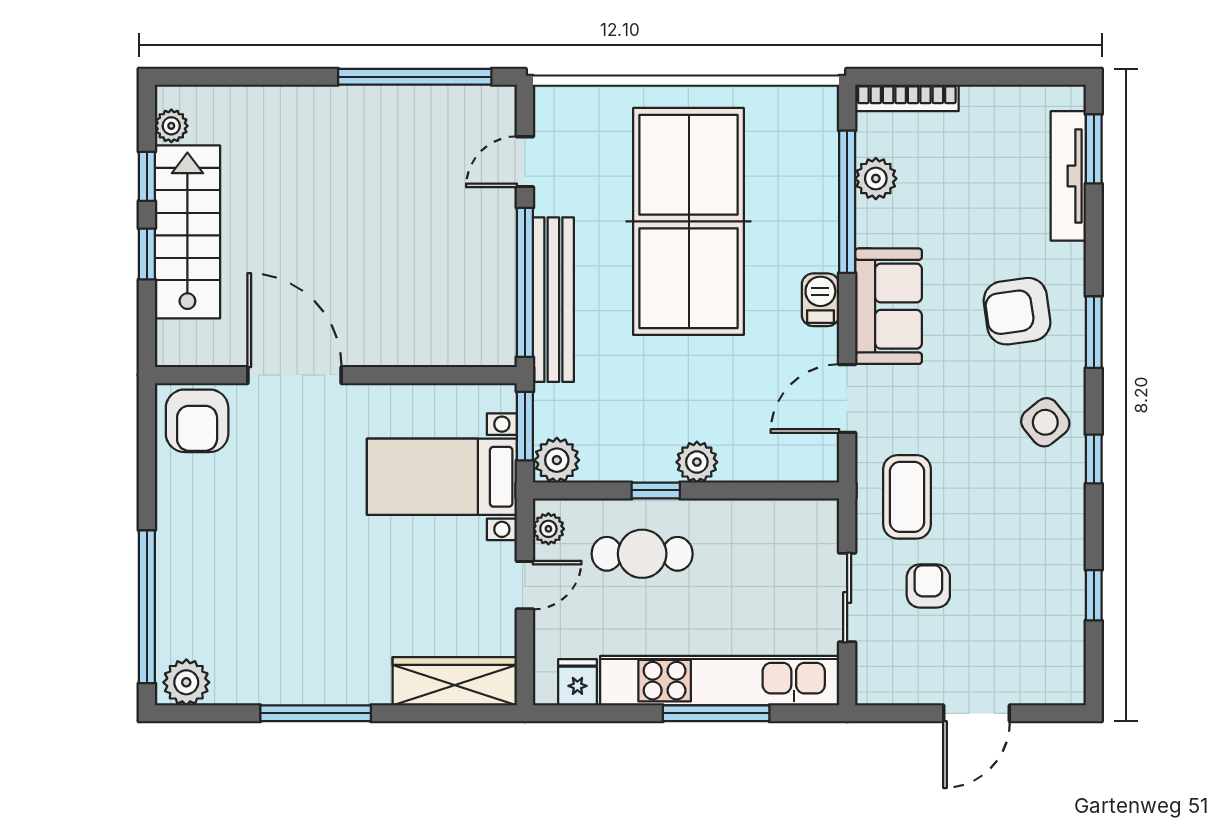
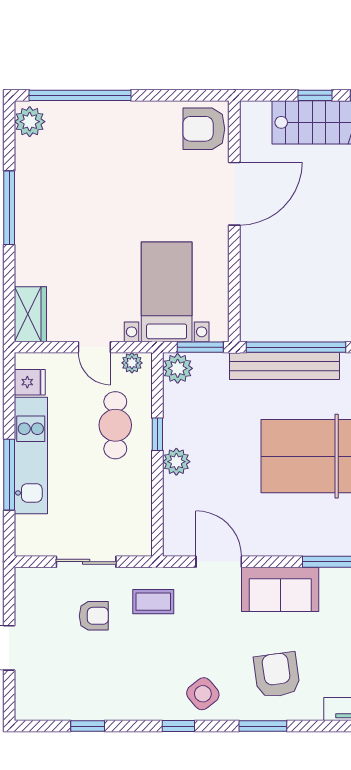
barbecue: (820, 300) -> (284, 544), removed
coffee table: (907, 497) -> (153, 602), width x0.73, depth x0.77
wardrobe: (455, 681) -> (30, 314), width x0.67
kitchen unit: (720, 681) -> (31, 456), width x0.73

